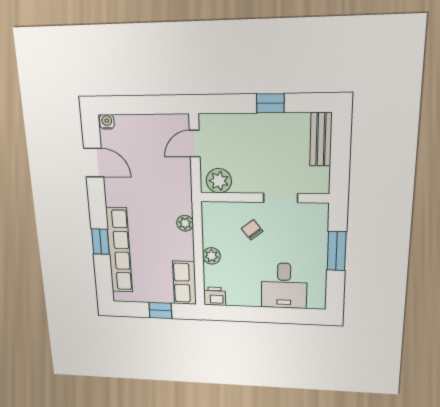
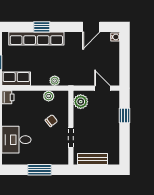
window: (270, 103) -> (124, 115), moved
bench: (321, 139) -> (92, 159), moved
plant: (211, 256) -> (49, 96), moved

